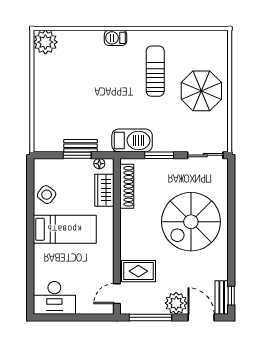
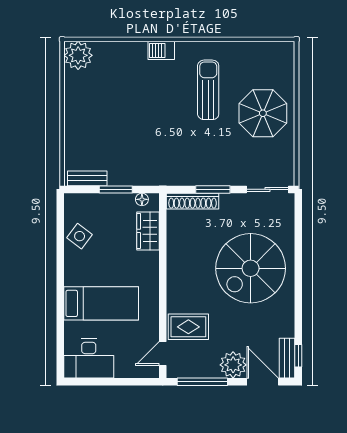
barbecue: (132, 140) -> (181, 172), removed
bench: (80, 146) -> (87, 178), moved
shoe rack: (127, 186) -> (193, 201), moved, turned 90
bed: (65, 229) -> (101, 303), moved

